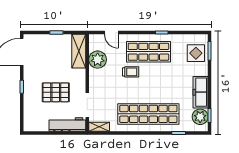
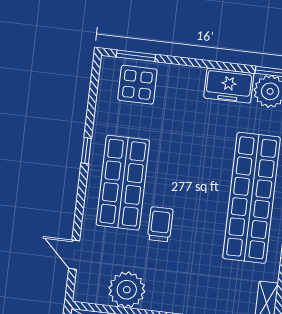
door: (111, 33) -> (74, 255), swing flipped
freezer: (201, 92) -> (229, 86), width x0.71

